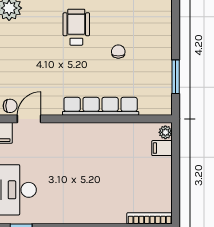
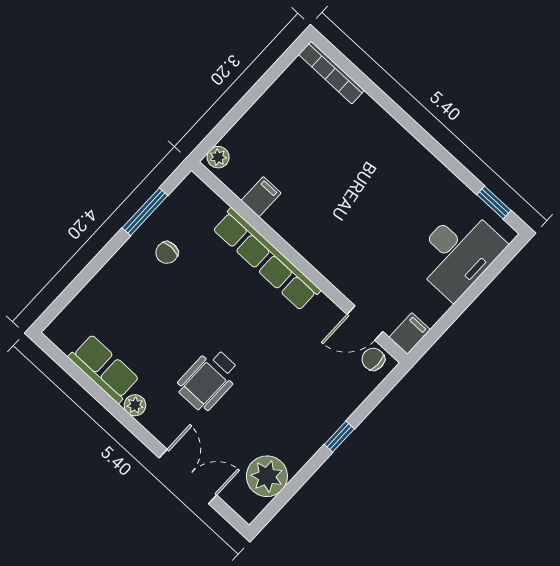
chair: (118, 52) -> (167, 253), moved
filing cabinet: (162, 148) -> (261, 197), moved, turned -90

